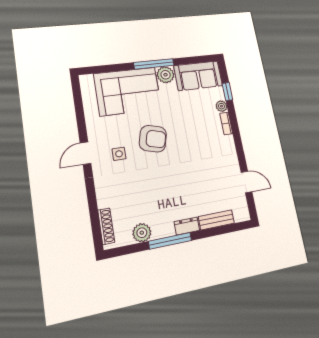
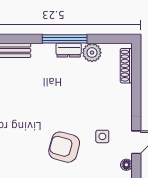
floor lamp: (92, 131) -> (126, 165), added
dresser: (187, 226) -> (69, 50), moved

